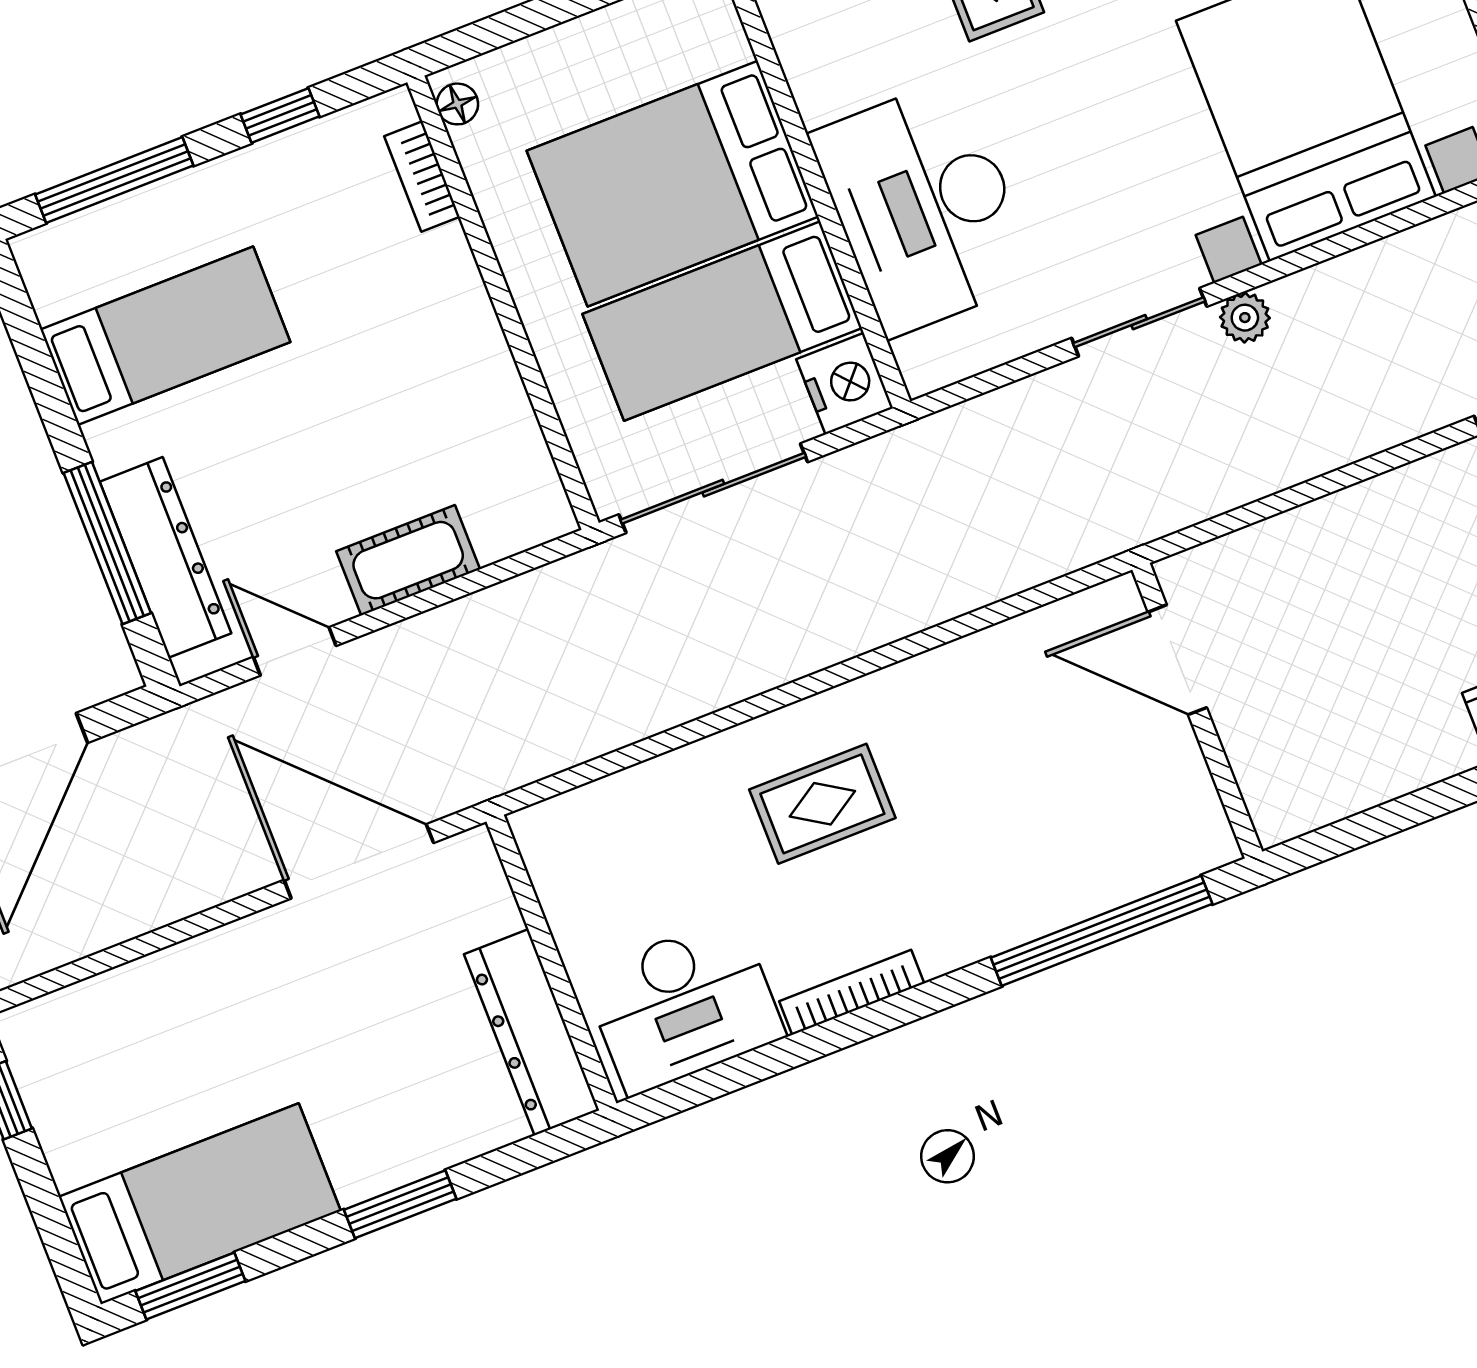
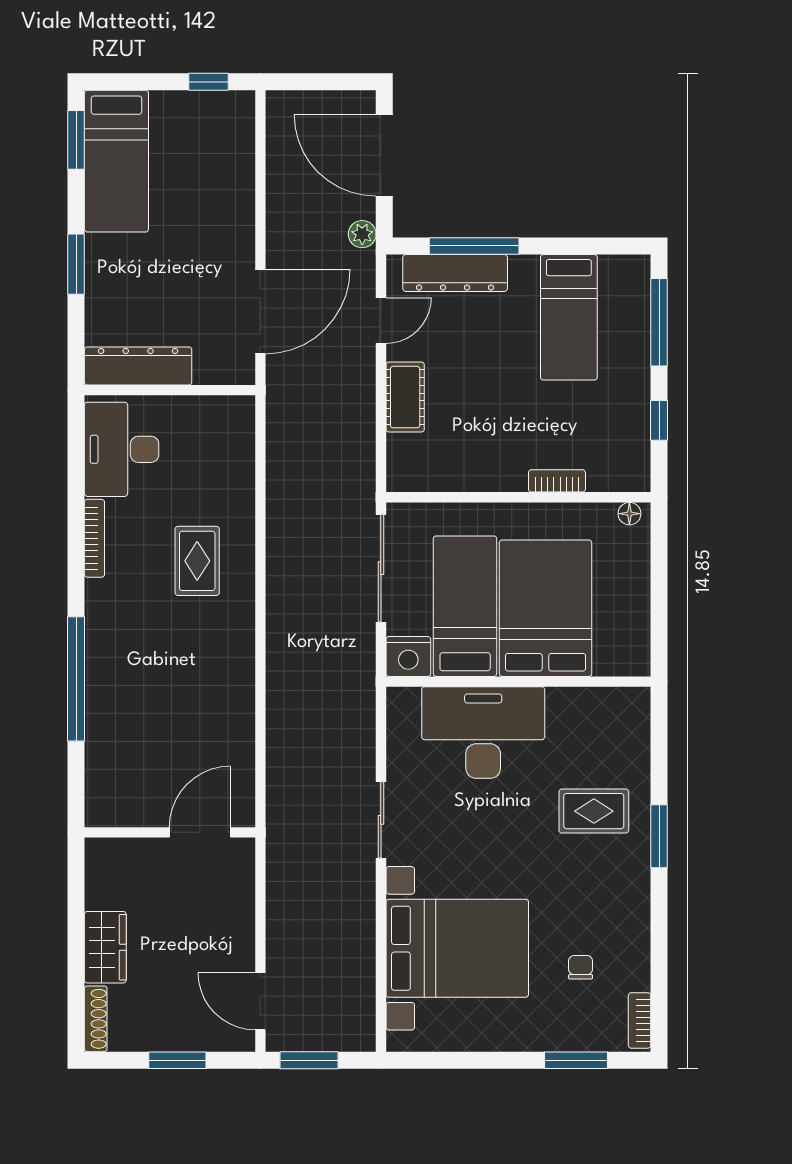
bookcase: (422, 176) -> (557, 481), moved
plant: (1245, 318) -> (362, 234), moved
door: (1177, 660) -> (200, 832), moved
wall: (1197, 711) -> (170, 832), moved

